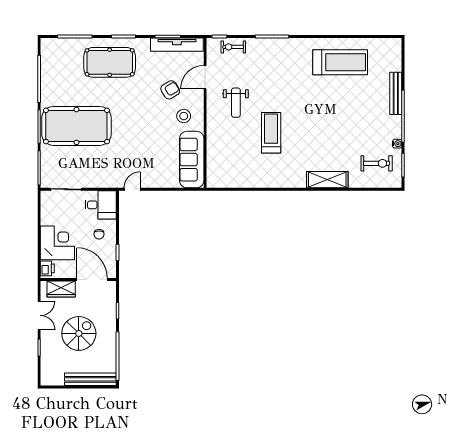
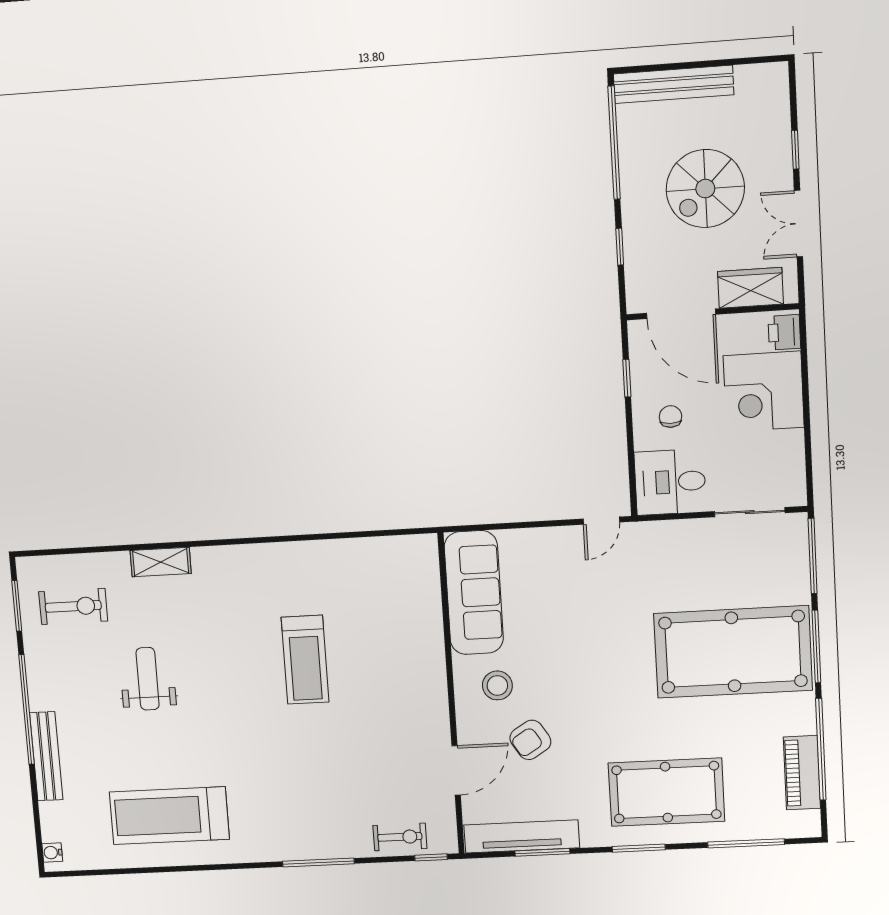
piano: (48, 68) -> (802, 773), added
weight bench: (236, 103) -> (148, 679), moved
water cooler: (397, 144) -> (52, 853), moved
exercise bike: (377, 163) -> (73, 606), turned 180
shelving: (327, 180) -> (161, 562), width x0.67, depth x0.75

